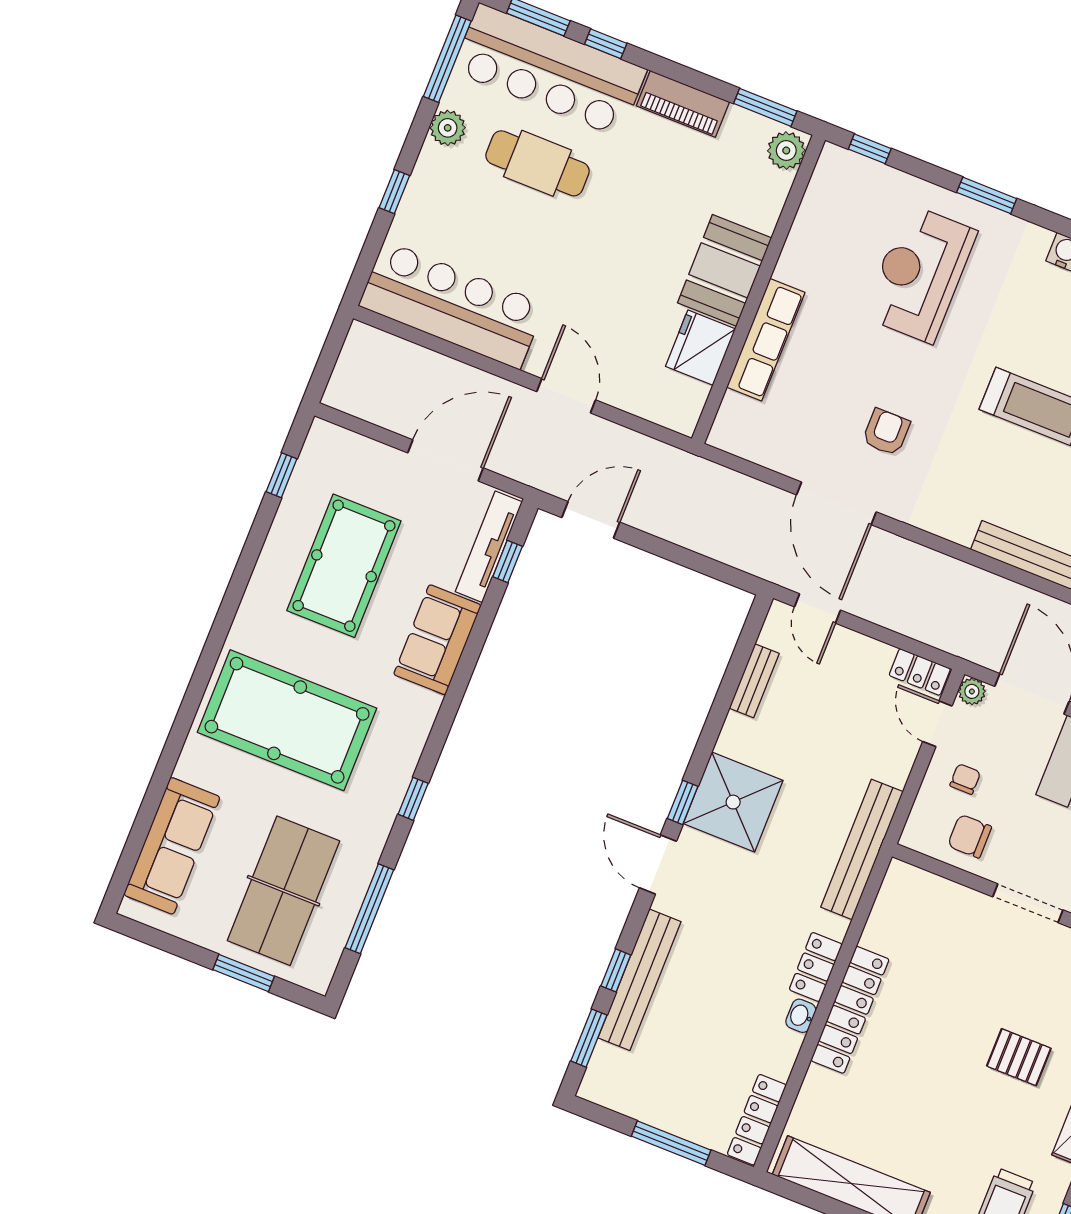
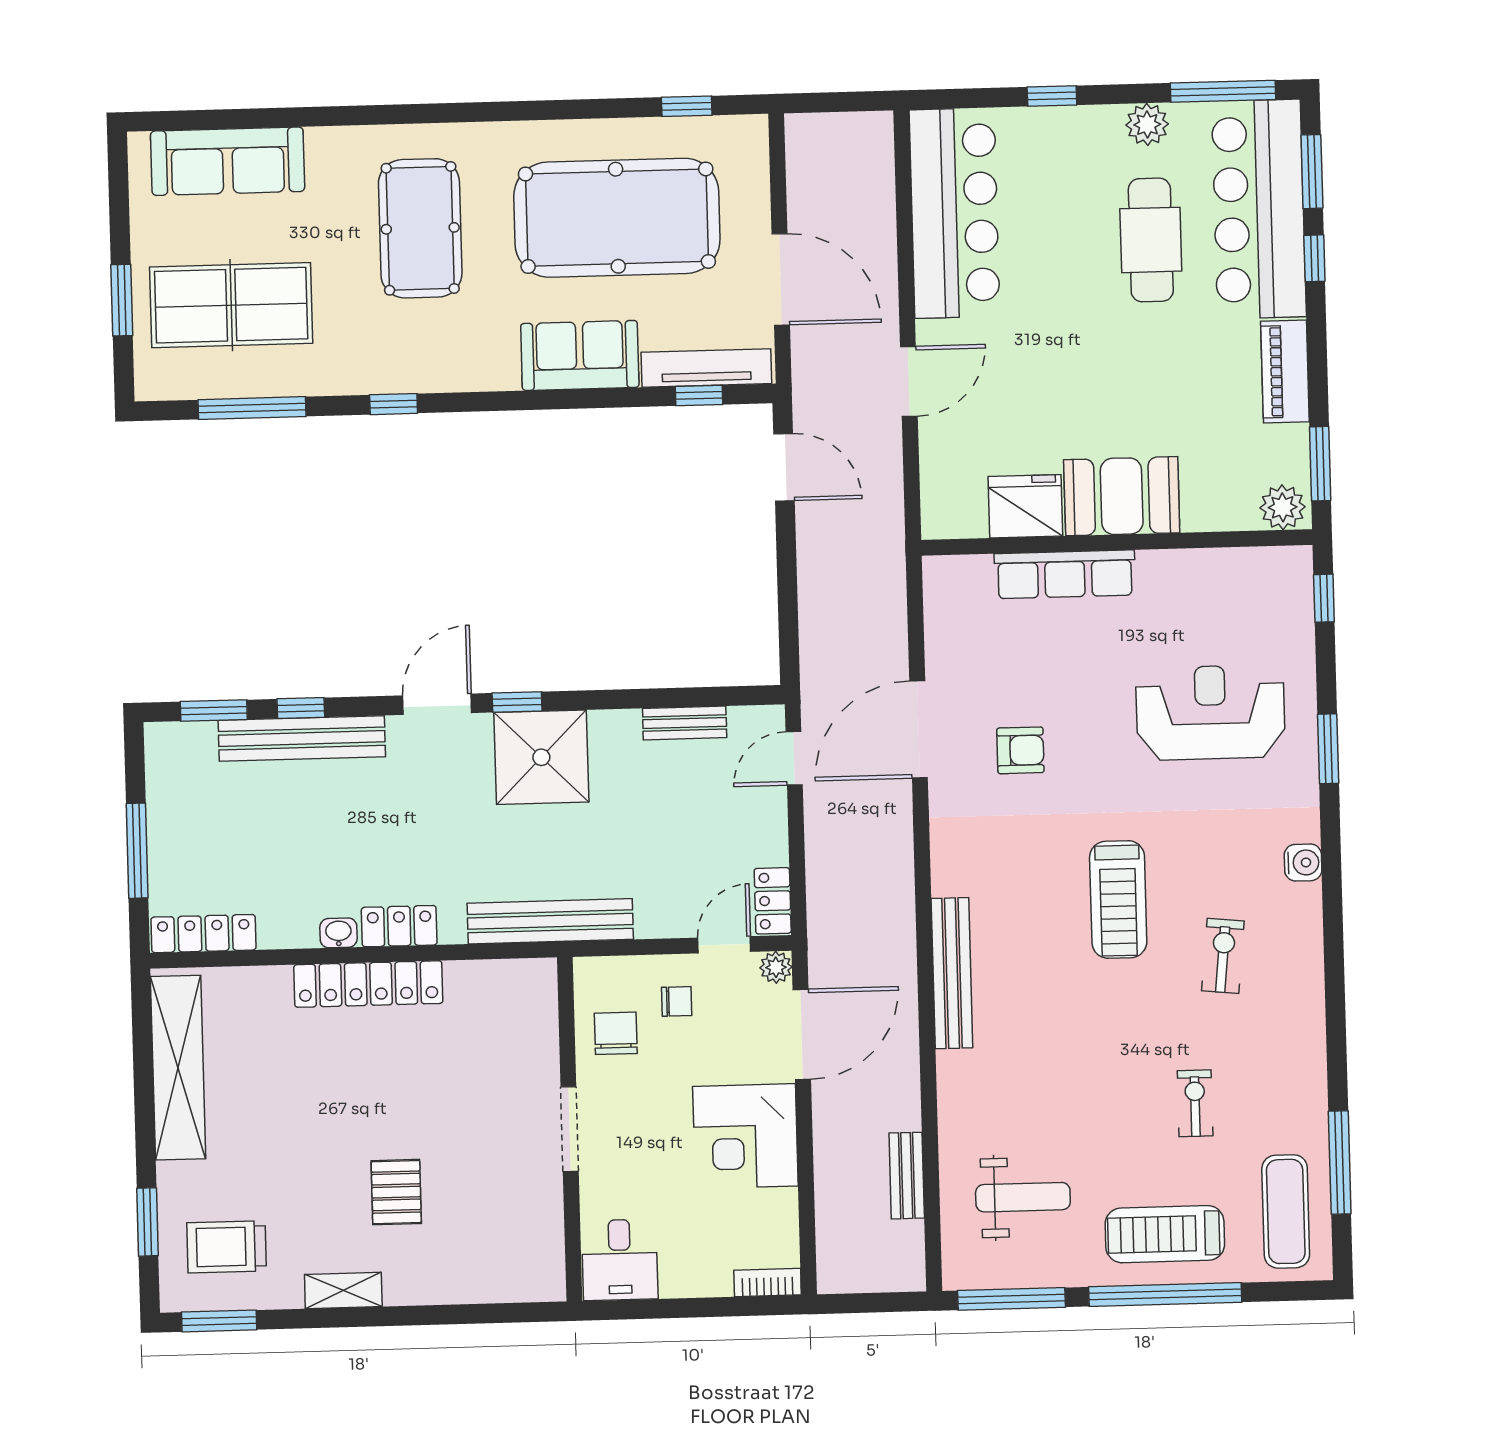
pool table: (344, 566) -> (617, 218), width x1.36, depth x1.32
pool table: (287, 720) -> (420, 228), width x0.73, depth x0.76

